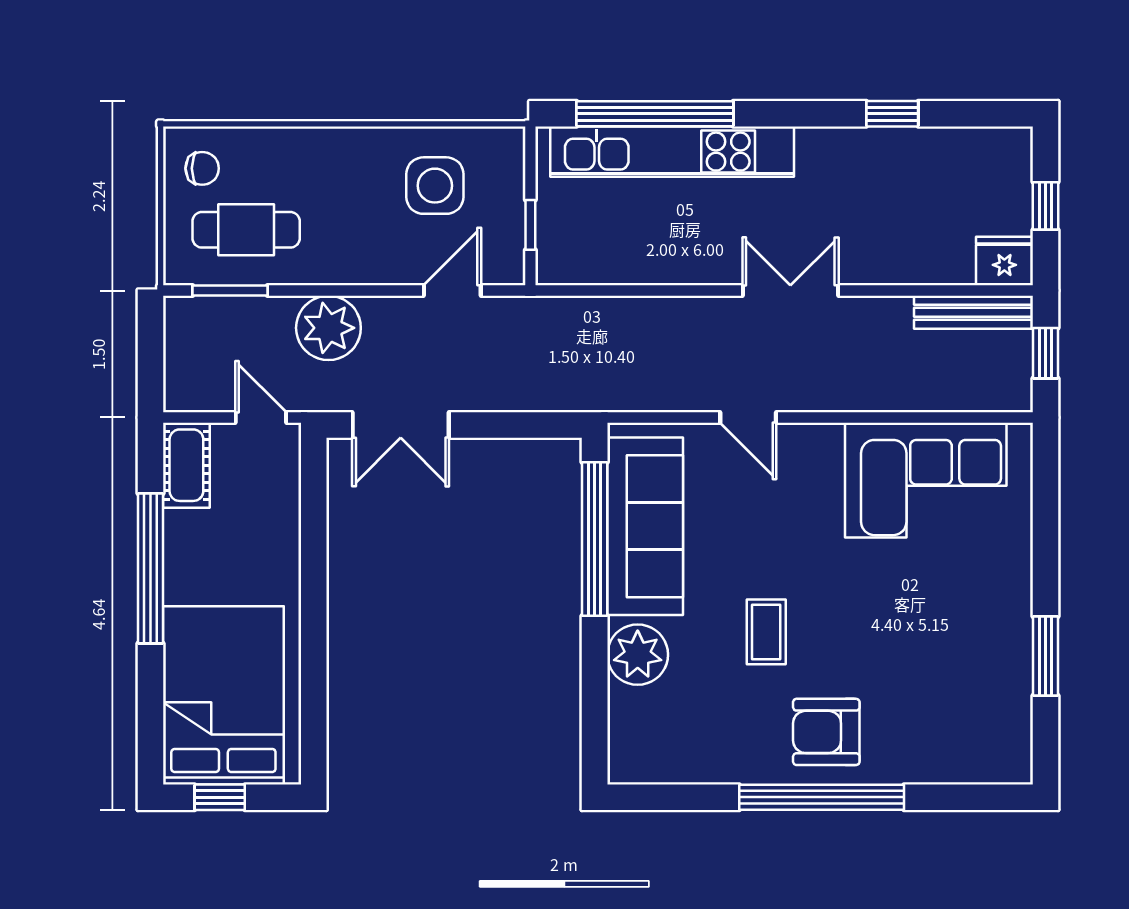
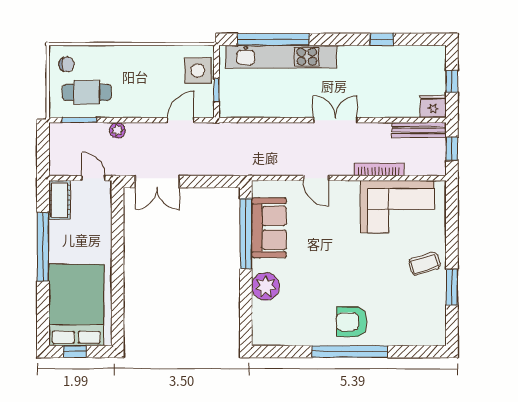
side table: (435, 186) -> (198, 71), moved
plant: (328, 328) -> (117, 130), width x0.53, depth x0.53
bookcase: (886, 398) -> (379, 169), added
sofa: (645, 526) -> (269, 228), width x0.73
coffee table: (766, 632) -> (425, 264), moved, turned 73

